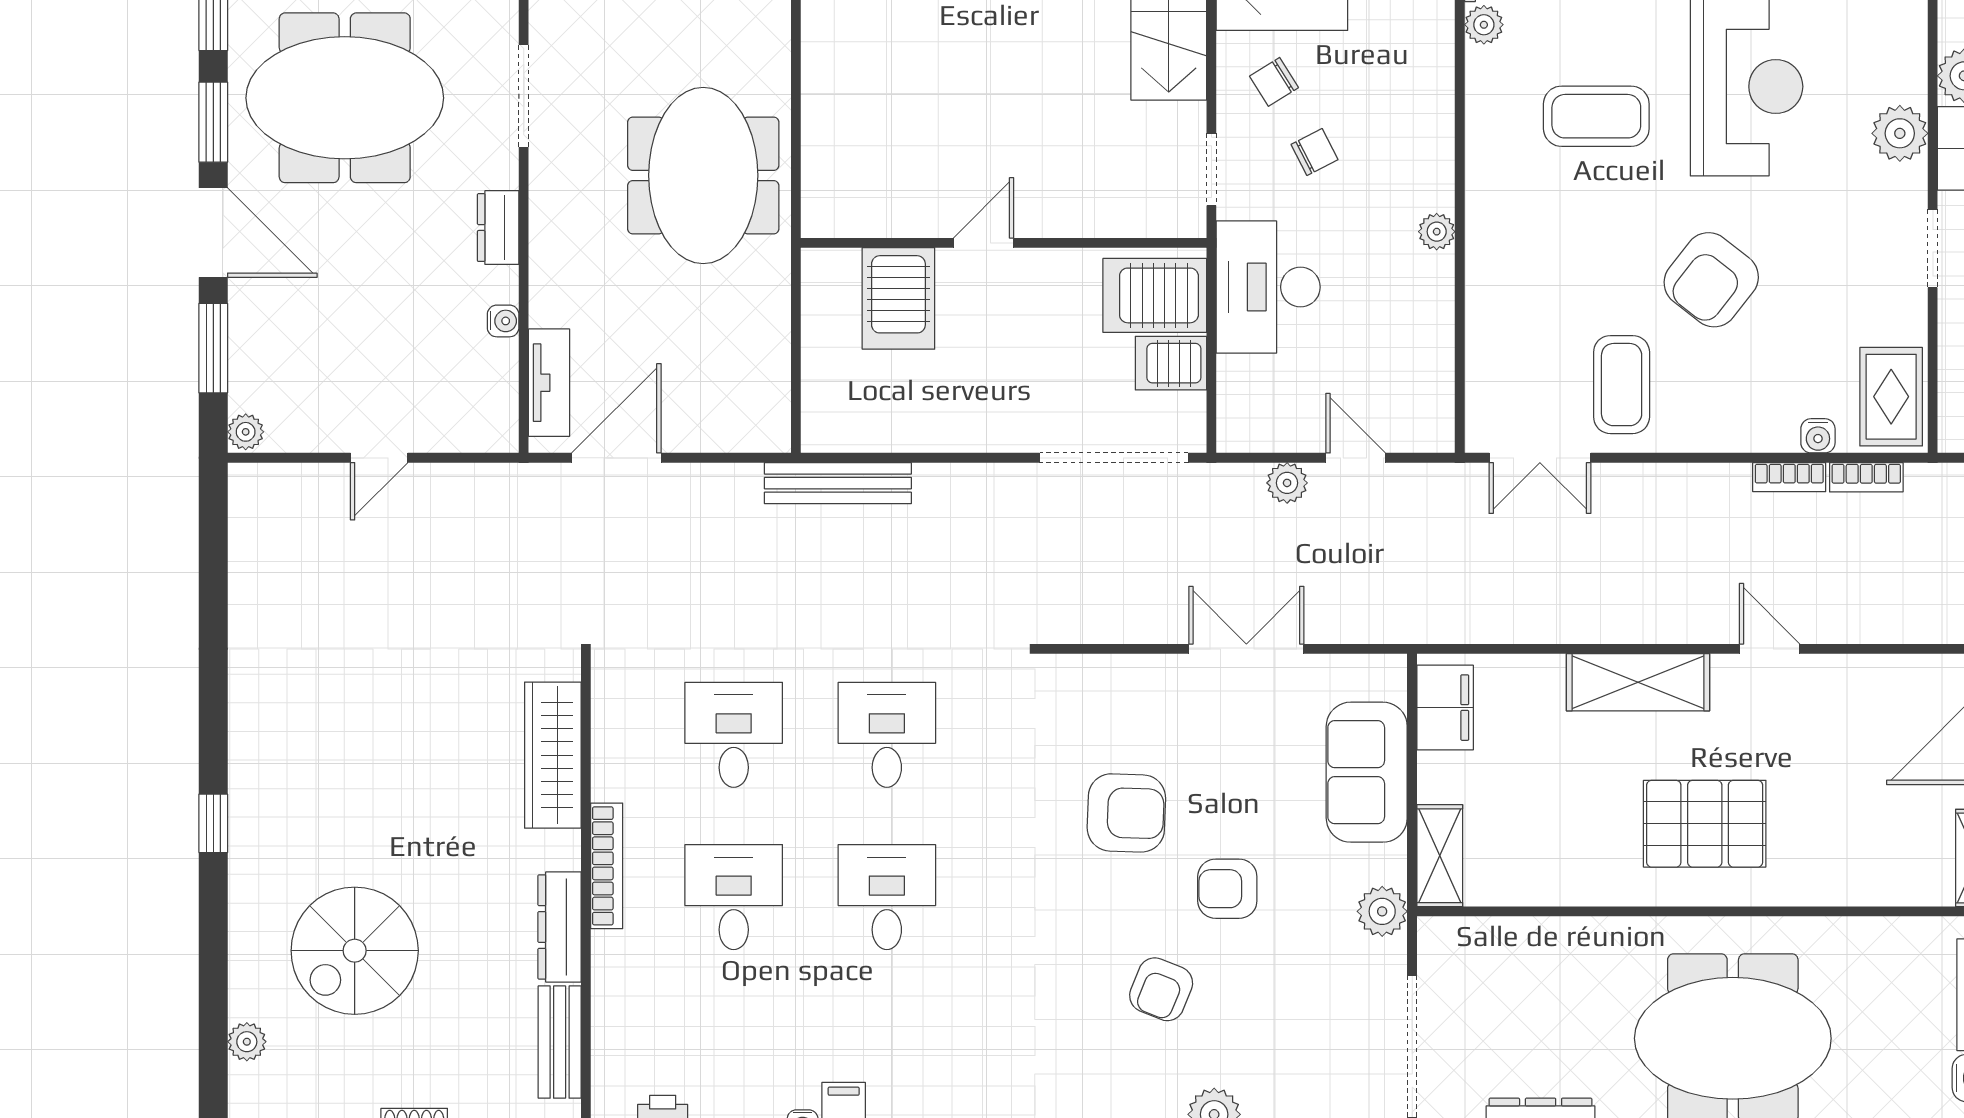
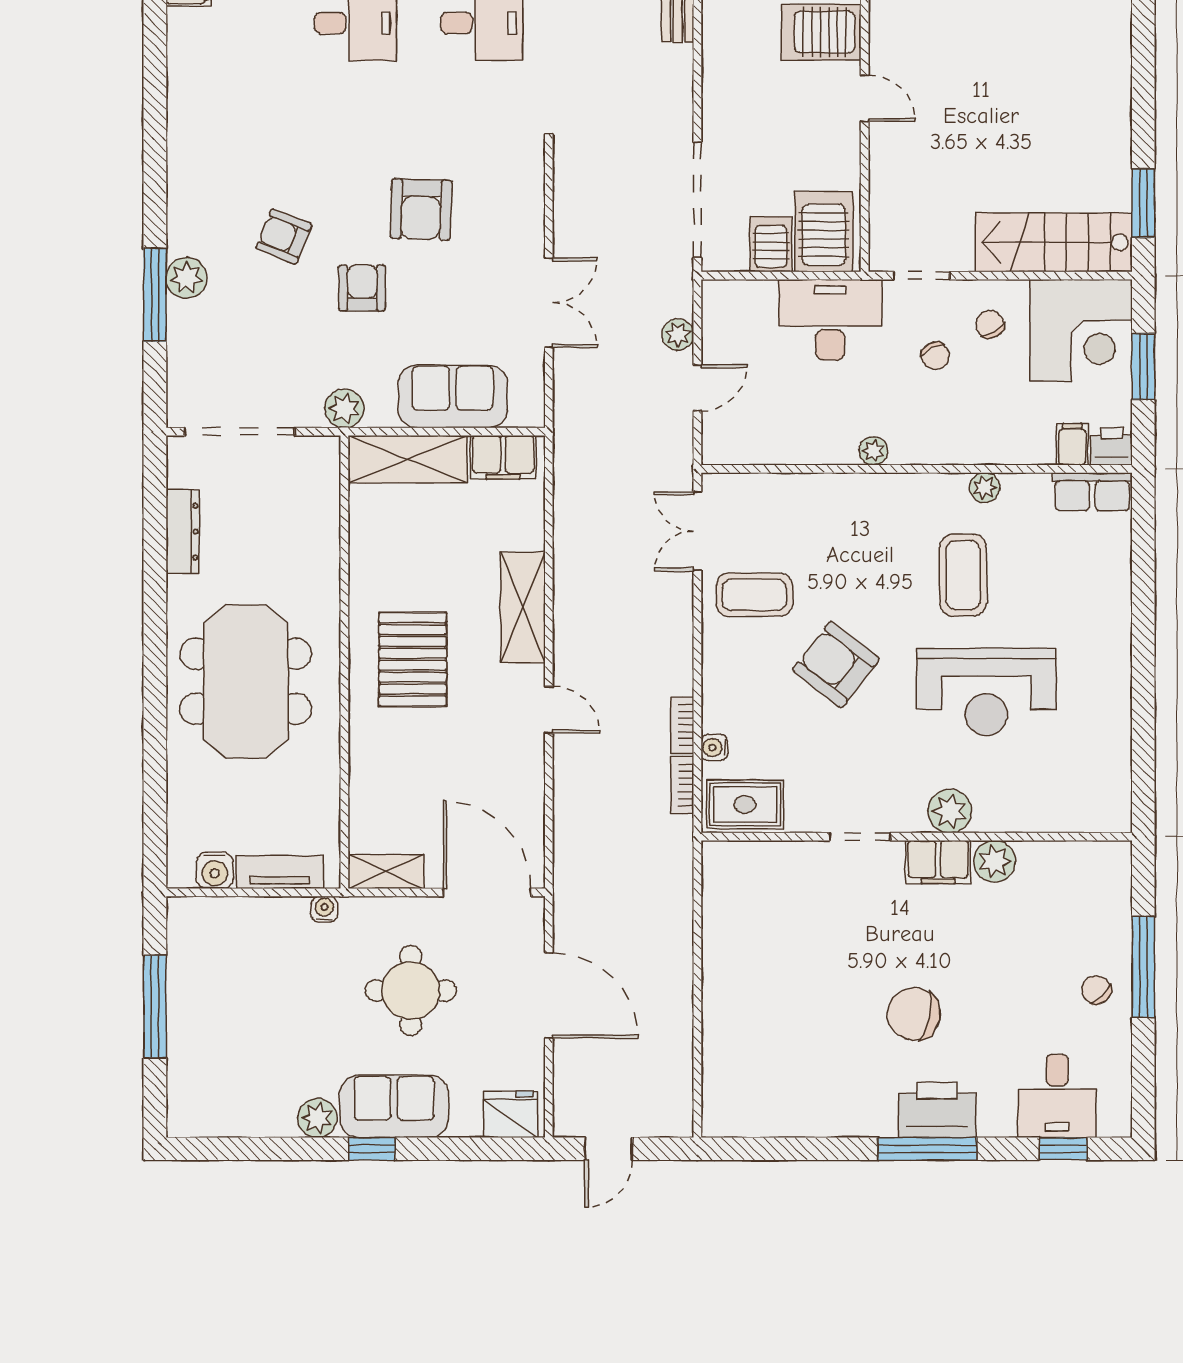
plant: (1484, 25) -> (985, 488), moved
door: (1770, 649) -> (549, 710), hinge flipped
shelving: (1440, 856) -> (408, 459), width x1.50, depth x1.33

